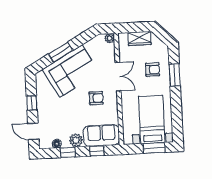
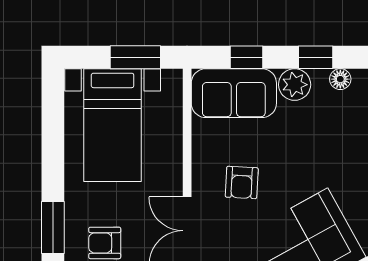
armchair: (96, 98) -> (242, 182), turned -87
window: (154, 148) -> (135, 57), moved

